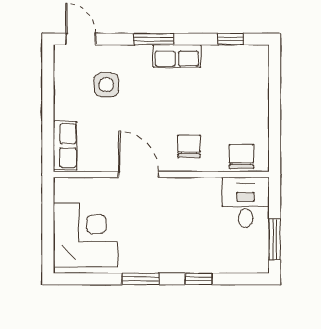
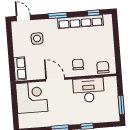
row of seats: (177, 56) -> (80, 22), width x2.02
desk: (246, 202) -> (89, 90), moved, width x1.37
corner desk: (85, 235) -> (32, 97), moved

